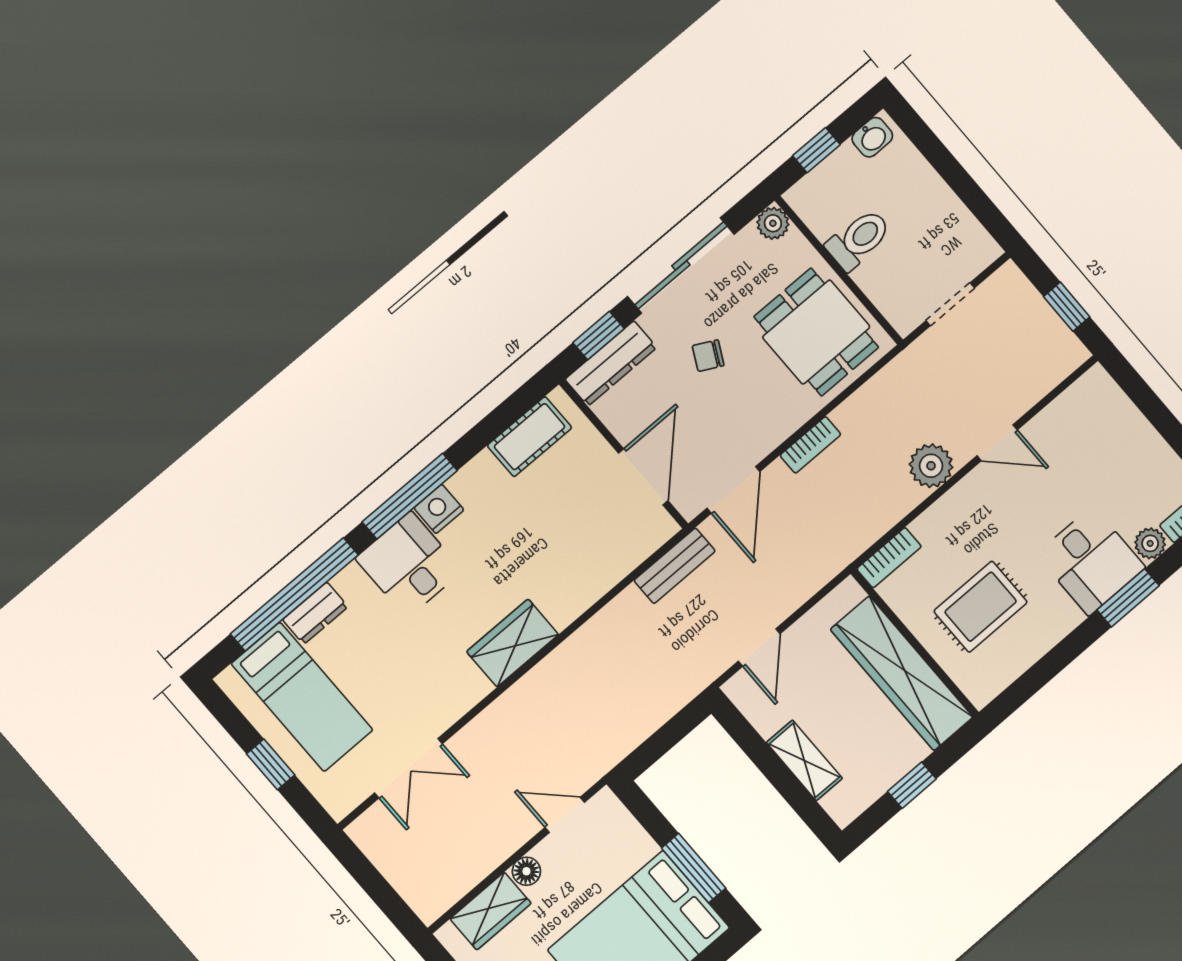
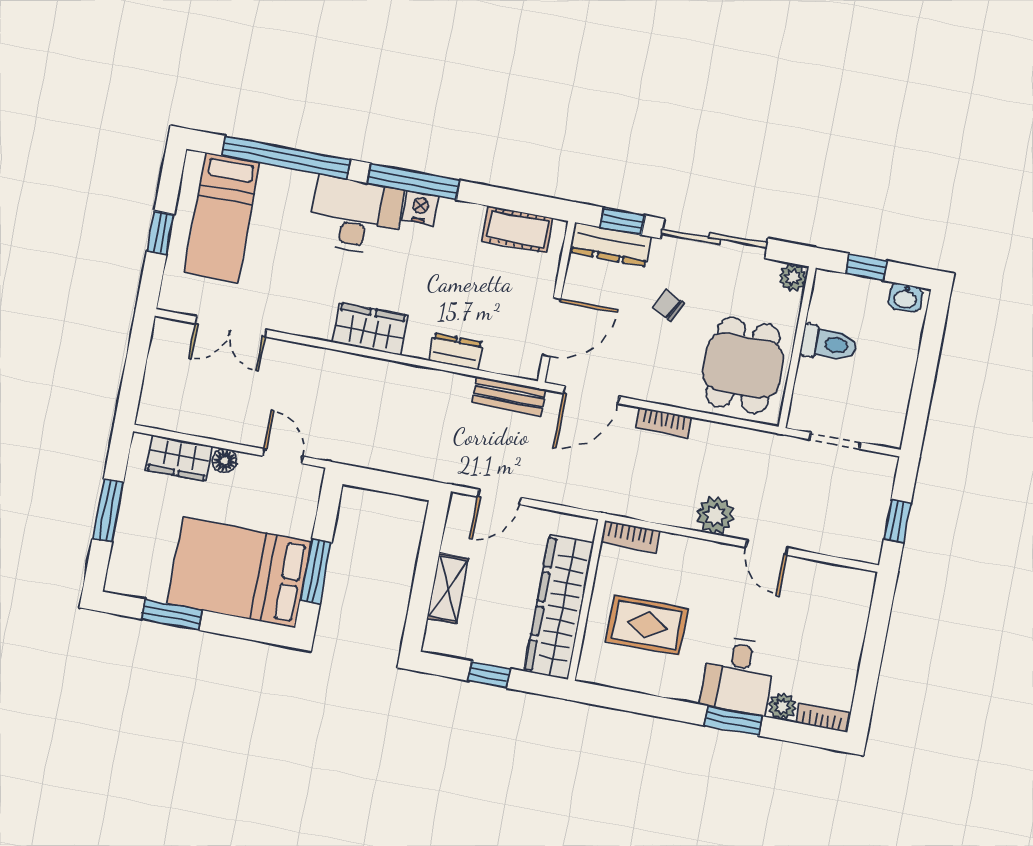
desk: (409, 565) -> (355, 216), width x1.37
dresser: (315, 613) -> (456, 351), moved, turned 180

